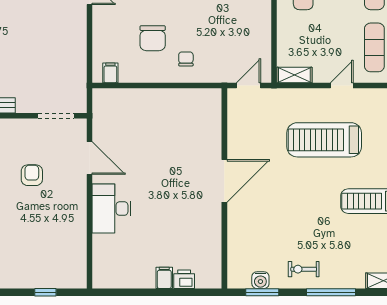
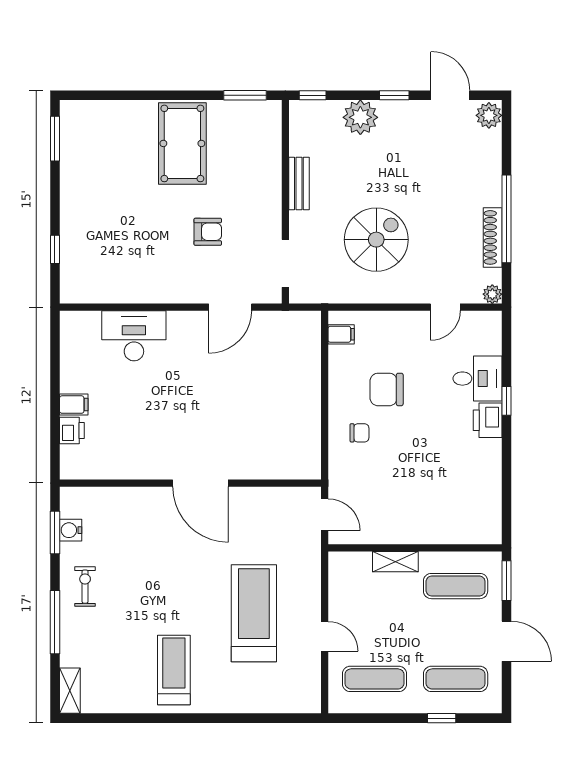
spiral stairs: (38, 46) -> (376, 240), added
shelving: (294, 75) -> (395, 562), moved, turned 90
desk: (112, 209) -> (134, 336), moved

